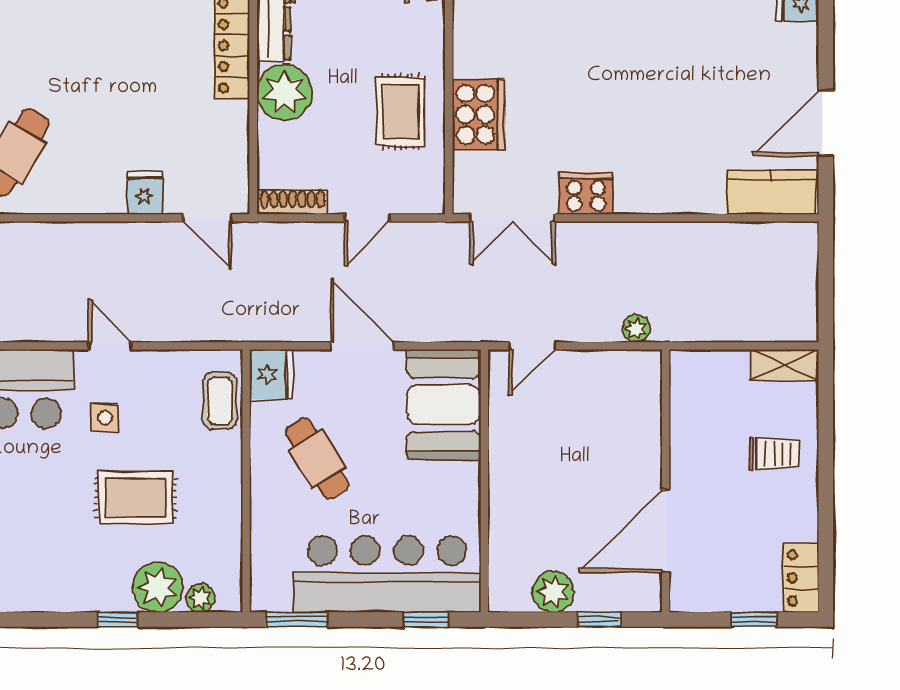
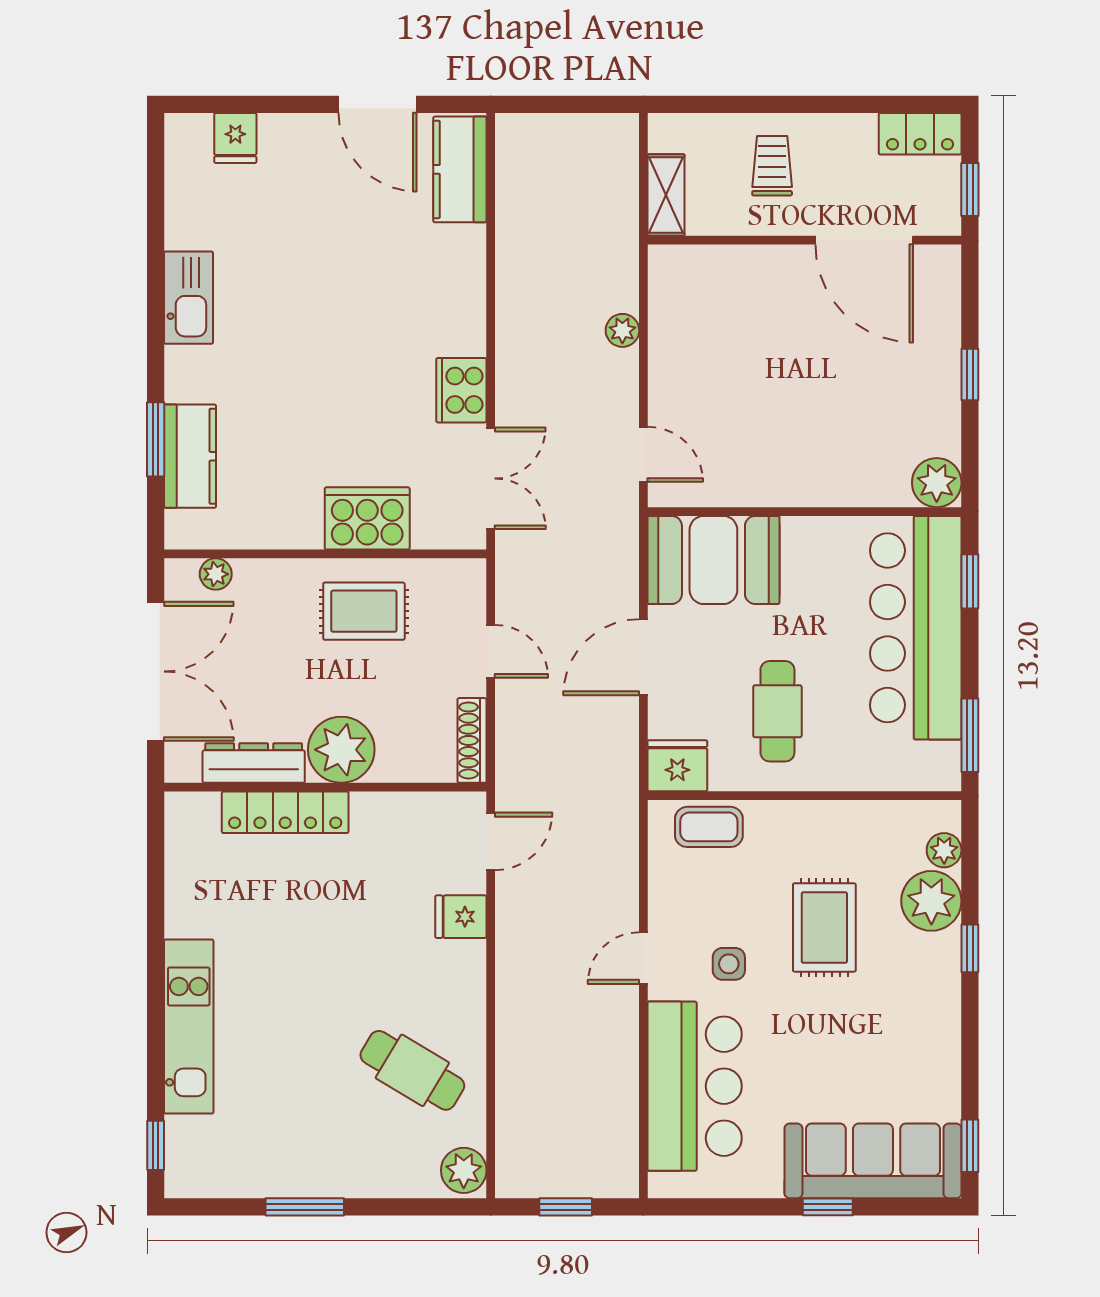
shelving: (784, 365) -> (666, 195), moved
cafe table: (317, 458) -> (777, 711), turned -58
wall: (666, 481) -> (804, 240), moved
door: (666, 531) -> (864, 240), moved
plant: (553, 592) -> (937, 483), moved

